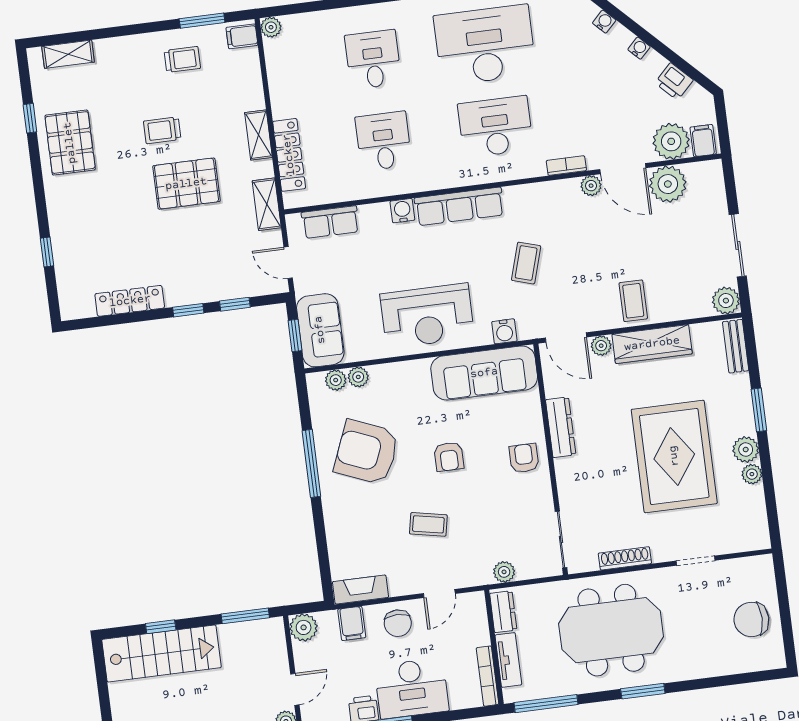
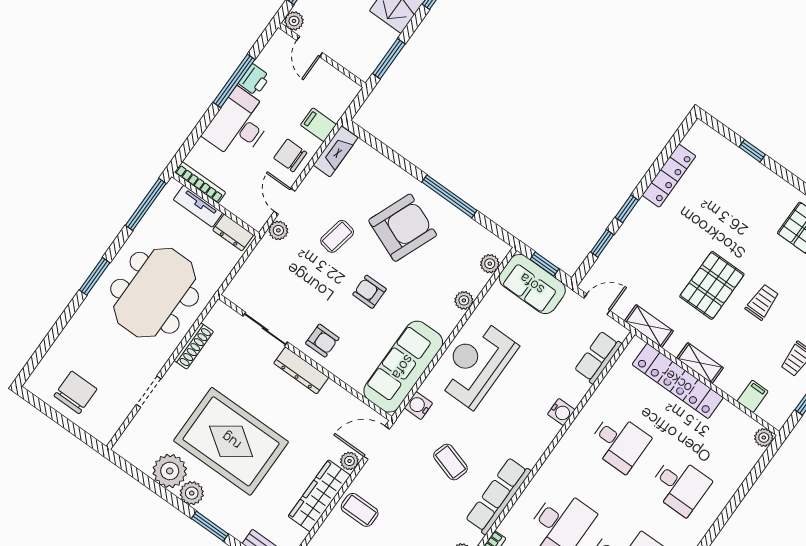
filing cabinet: (242, 36) -> (753, 396), moved
locker: (289, 155) -> (678, 381), width x1.41, depth x1.21
row of seats: (459, 206) -> (498, 496), moved
plant: (358, 377) -> (464, 300), moved
dresser: (561, 427) -> (301, 370), moved
armchair: (367, 452) -> (403, 228), moved
plant: (752, 474) -> (170, 471), width x1.88, depth x1.88
sliding door: (561, 540) -> (265, 329), moved
plant: (504, 572) -> (278, 230), moved
plant: (304, 627) -> (345, 90), removed

